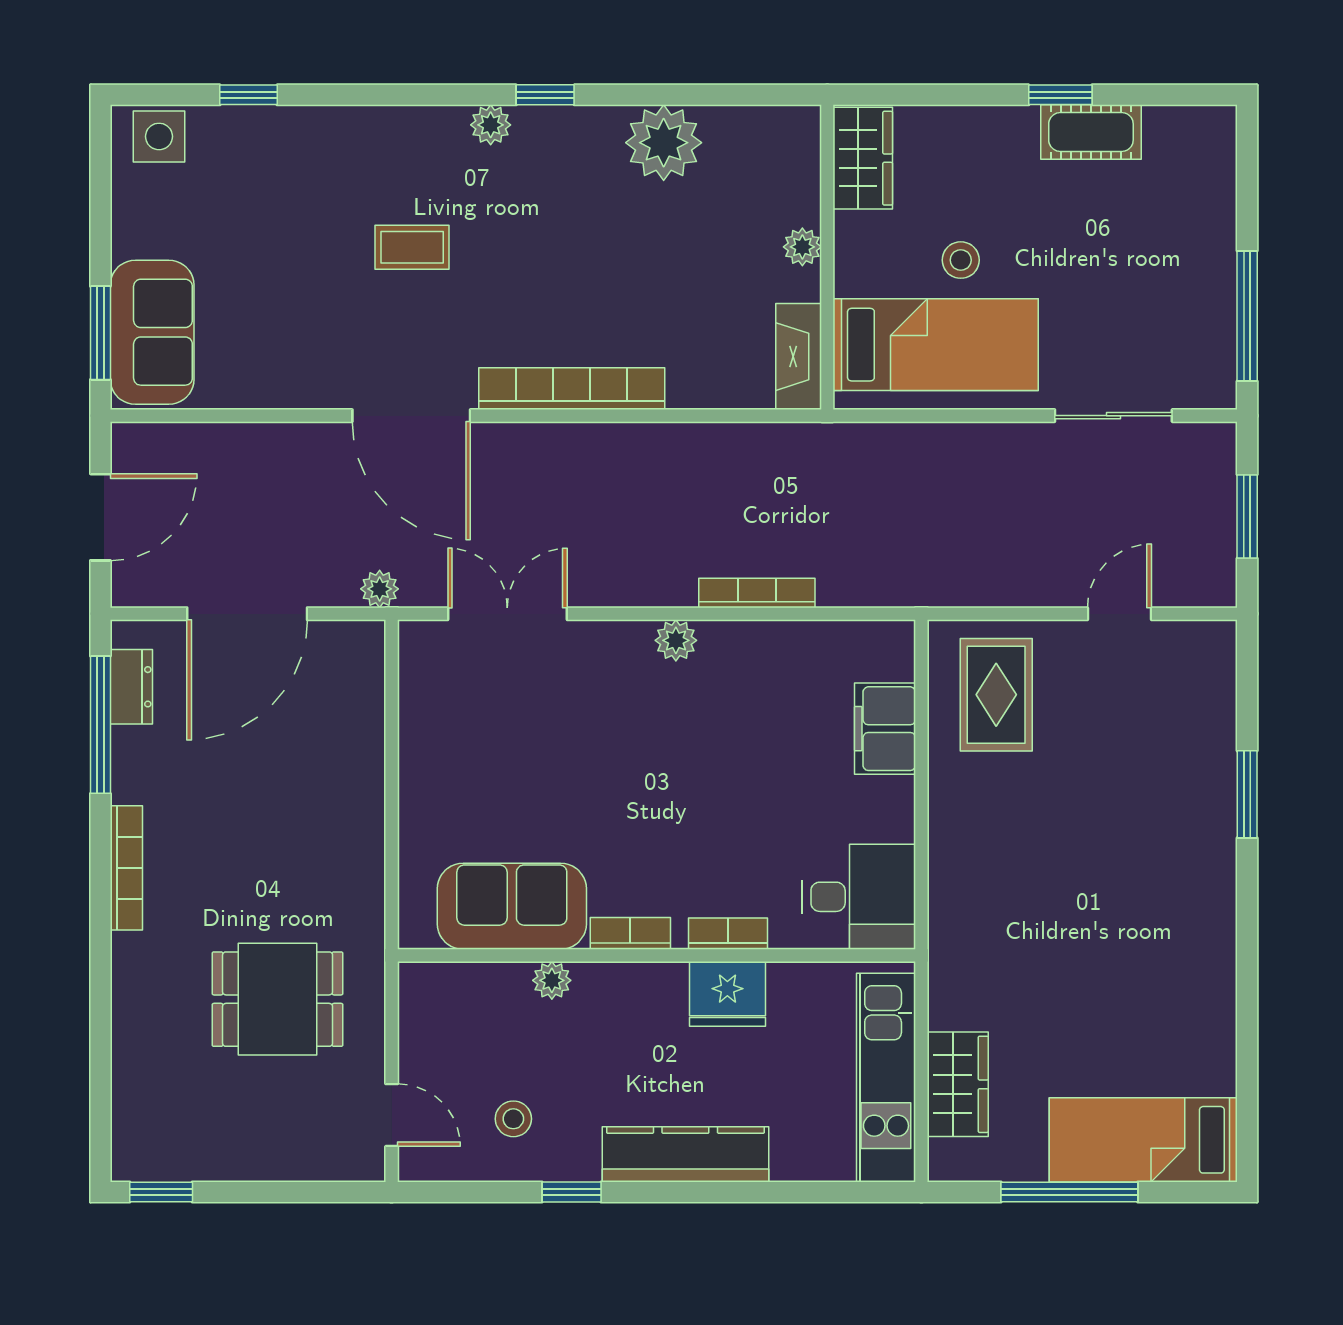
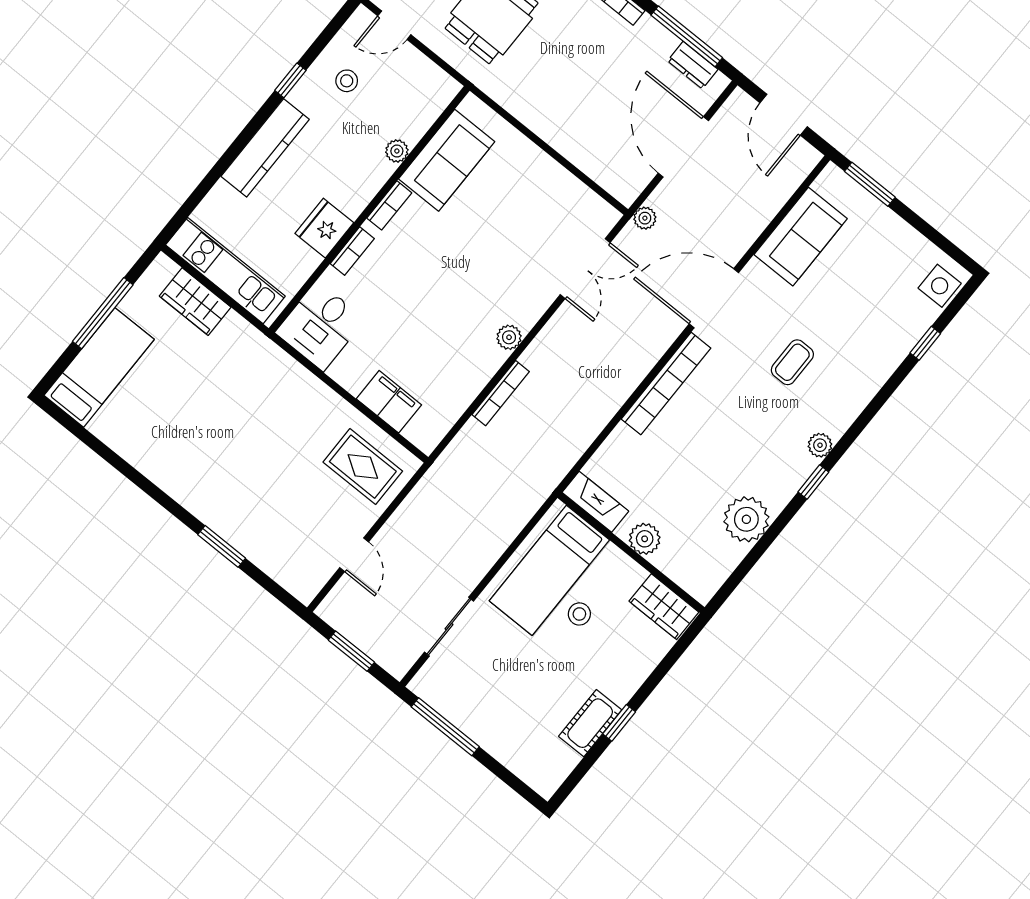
plant: (802, 247) -> (645, 539), width x1.38, depth x1.38
sofa: (152, 332) -> (801, 237), moved, turned -90

